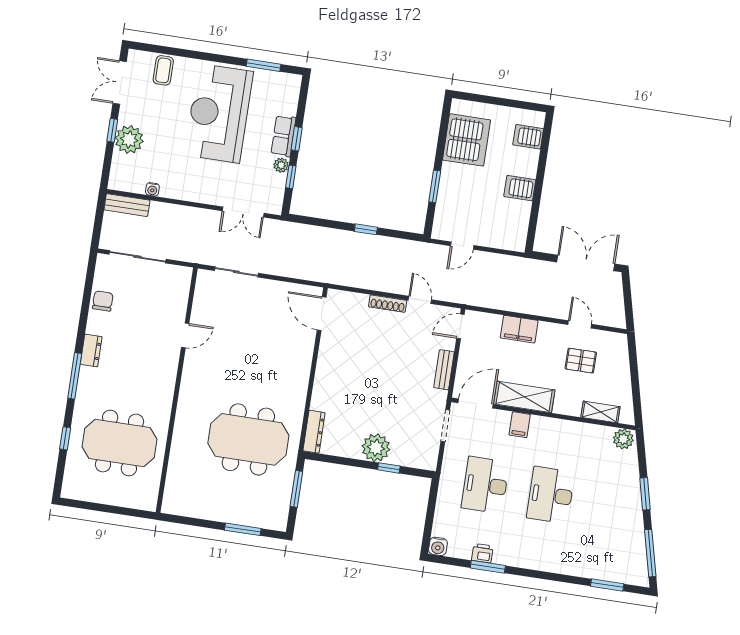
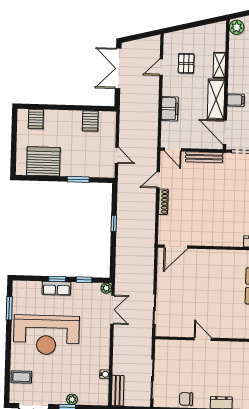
plant: (129, 140) -> (72, 399), width x0.53, depth x0.53
plant: (281, 165) -> (106, 288), moved
server rack: (520, 188) -> (90, 121), moved
bench: (444, 370) -> (204, 157), width x1.36
shelving: (600, 412) -> (219, 65), moved

